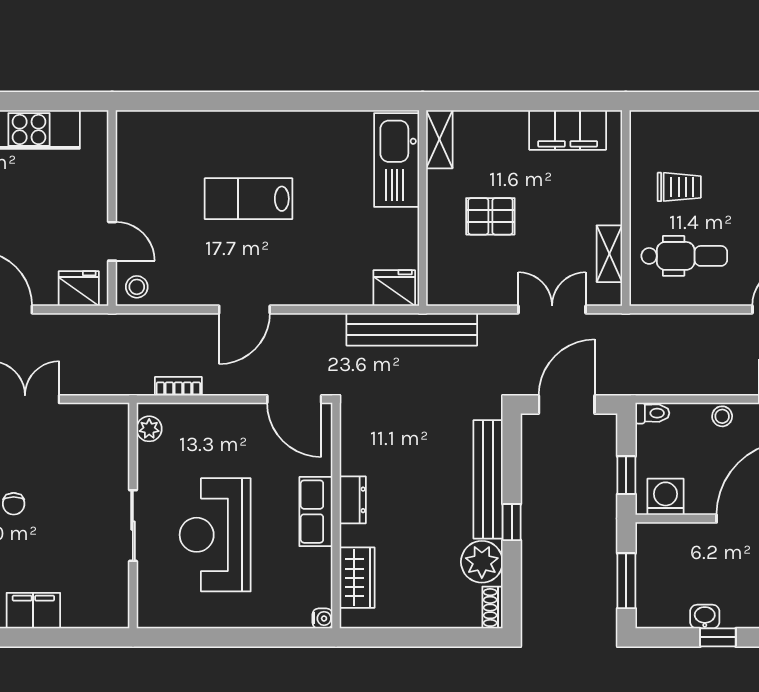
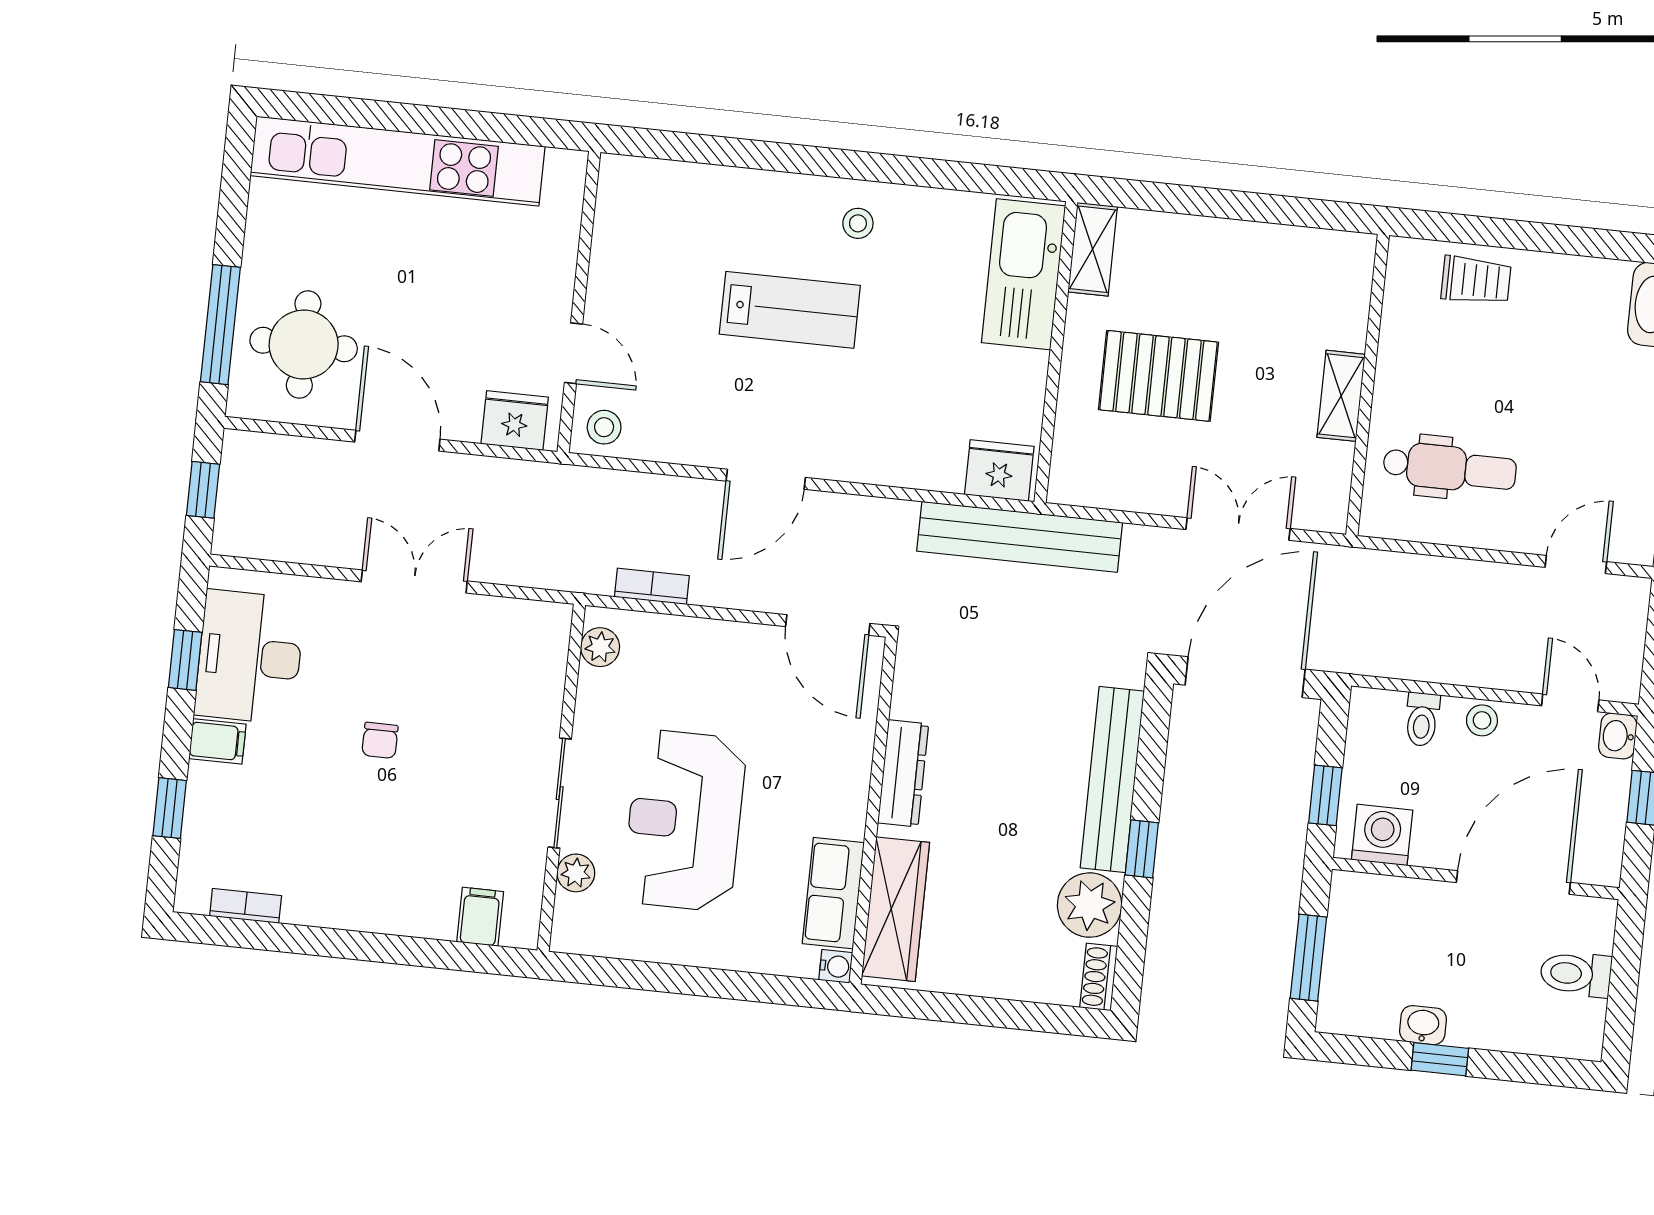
filing cabinet: (568, 130) -> (1291, 256), removed
stool: (287, 138) -> (858, 223), added
trolley: (679, 187) -> (1476, 280), moved
lab bench: (248, 199) -> (790, 310), turned 180
pallet: (490, 216) -> (1158, 376), width x1.50, depth x1.42
shelving: (609, 254) -> (1341, 396), moved
door: (567, 404) -> (1245, 677), width x1.36
toilet: (652, 413) -> (1422, 719), moved, turned 90
dresser: (353, 500) -> (903, 773), width x1.44
row of seats: (316, 512) -> (833, 893), moved
plant: (149, 576) -> (576, 873), added
wardrobe: (357, 578) -> (896, 909), width x1.50
filing cabinet: (33, 611) -> (480, 917), moved, width x0.50

